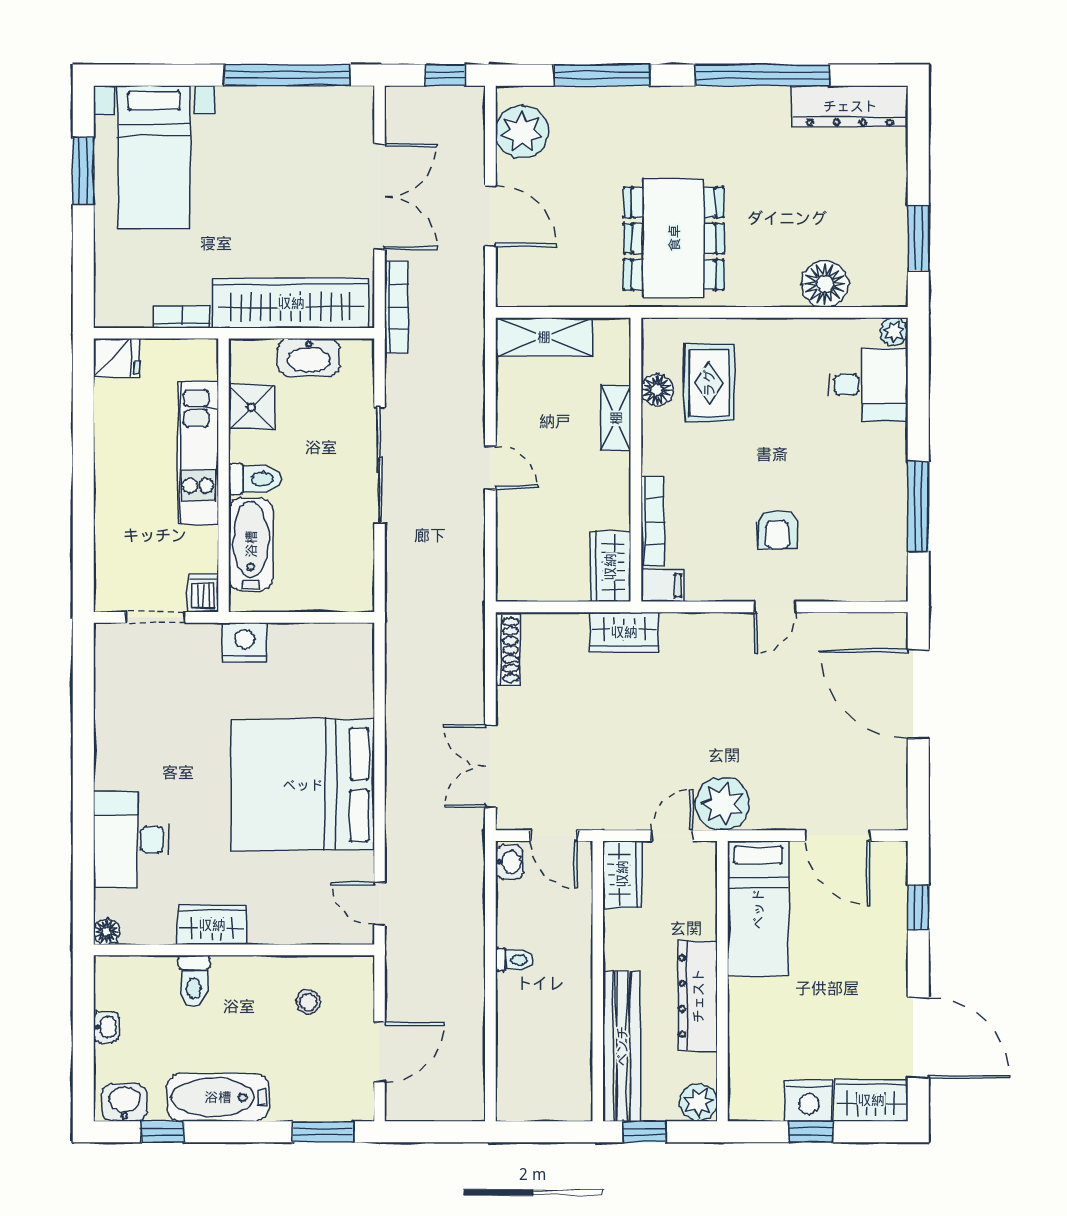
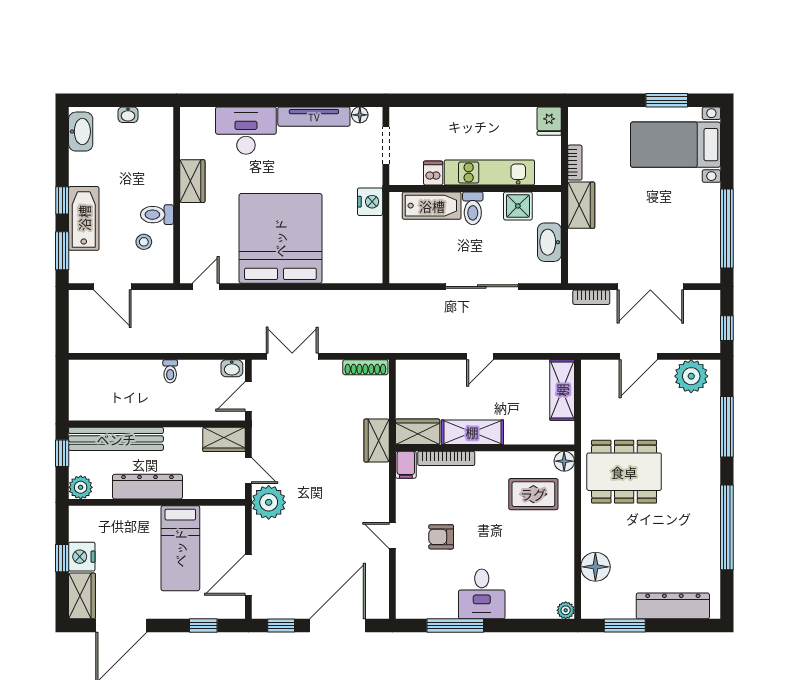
dresser: (850, 106) -> (673, 606), moved, turned 90
wardrobe: (291, 303) -> (581, 205), width x0.48, depth x0.85
bookcase: (396, 307) -> (591, 297), width x0.64
desk: (868, 385) -> (482, 594), moved
floor lamp: (657, 390) -> (564, 461), moved
shelving: (616, 418) -> (472, 432), moved, width x1.50, depth x1.33
dishwasher: (203, 593) -> (433, 173), moved, turned -90
tv unit: (109, 732) -> (314, 117), added
window: (918, 784) -> (281, 625), added
bed: (758, 909) -> (180, 548), moved, turned -90
floor lamp: (107, 932) -> (360, 115), moved
toilet: (194, 981) -> (157, 215), moved
bathtub: (218, 1097) -> (84, 218), moved
washbasin: (124, 1102) -> (81, 132), width x1.38
window: (163, 1132) -> (62, 200), moved

